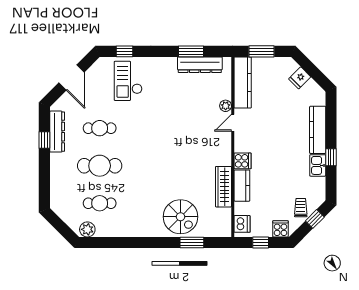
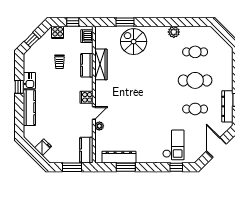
kitchen counter: (243, 82) -> (86, 150), width x0.67
cooker: (243, 161) -> (86, 97), moved
trolley: (301, 208) -> (60, 62), moved
plant: (87, 229) -> (174, 32), moved

